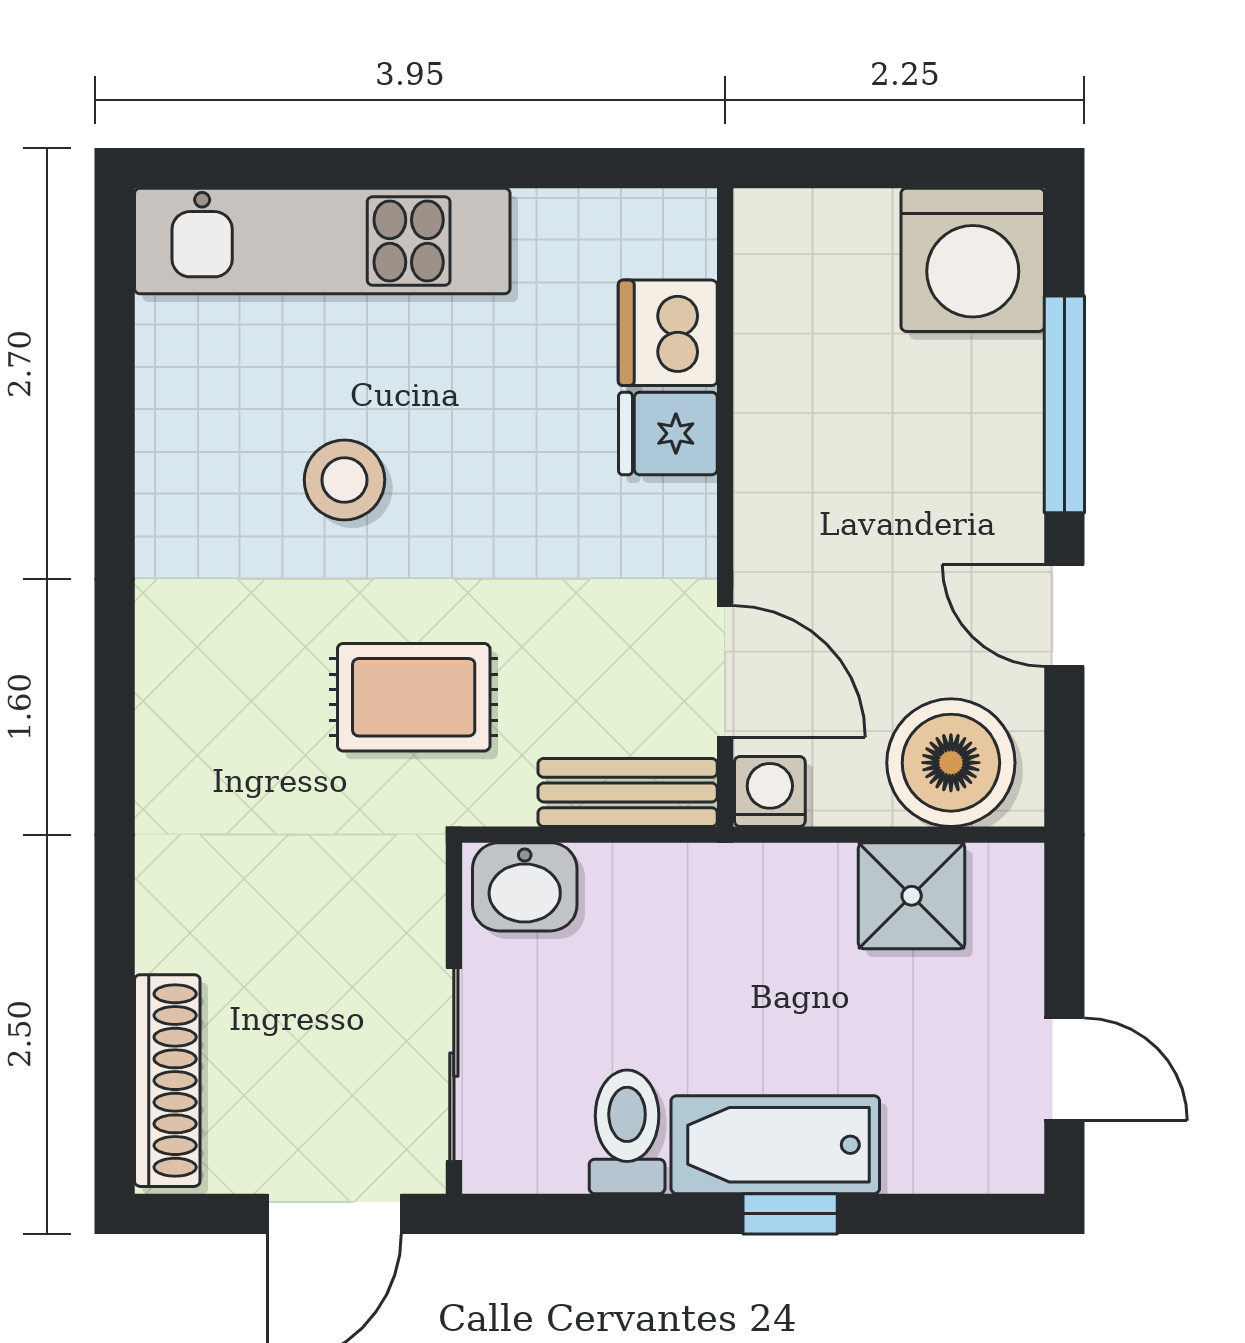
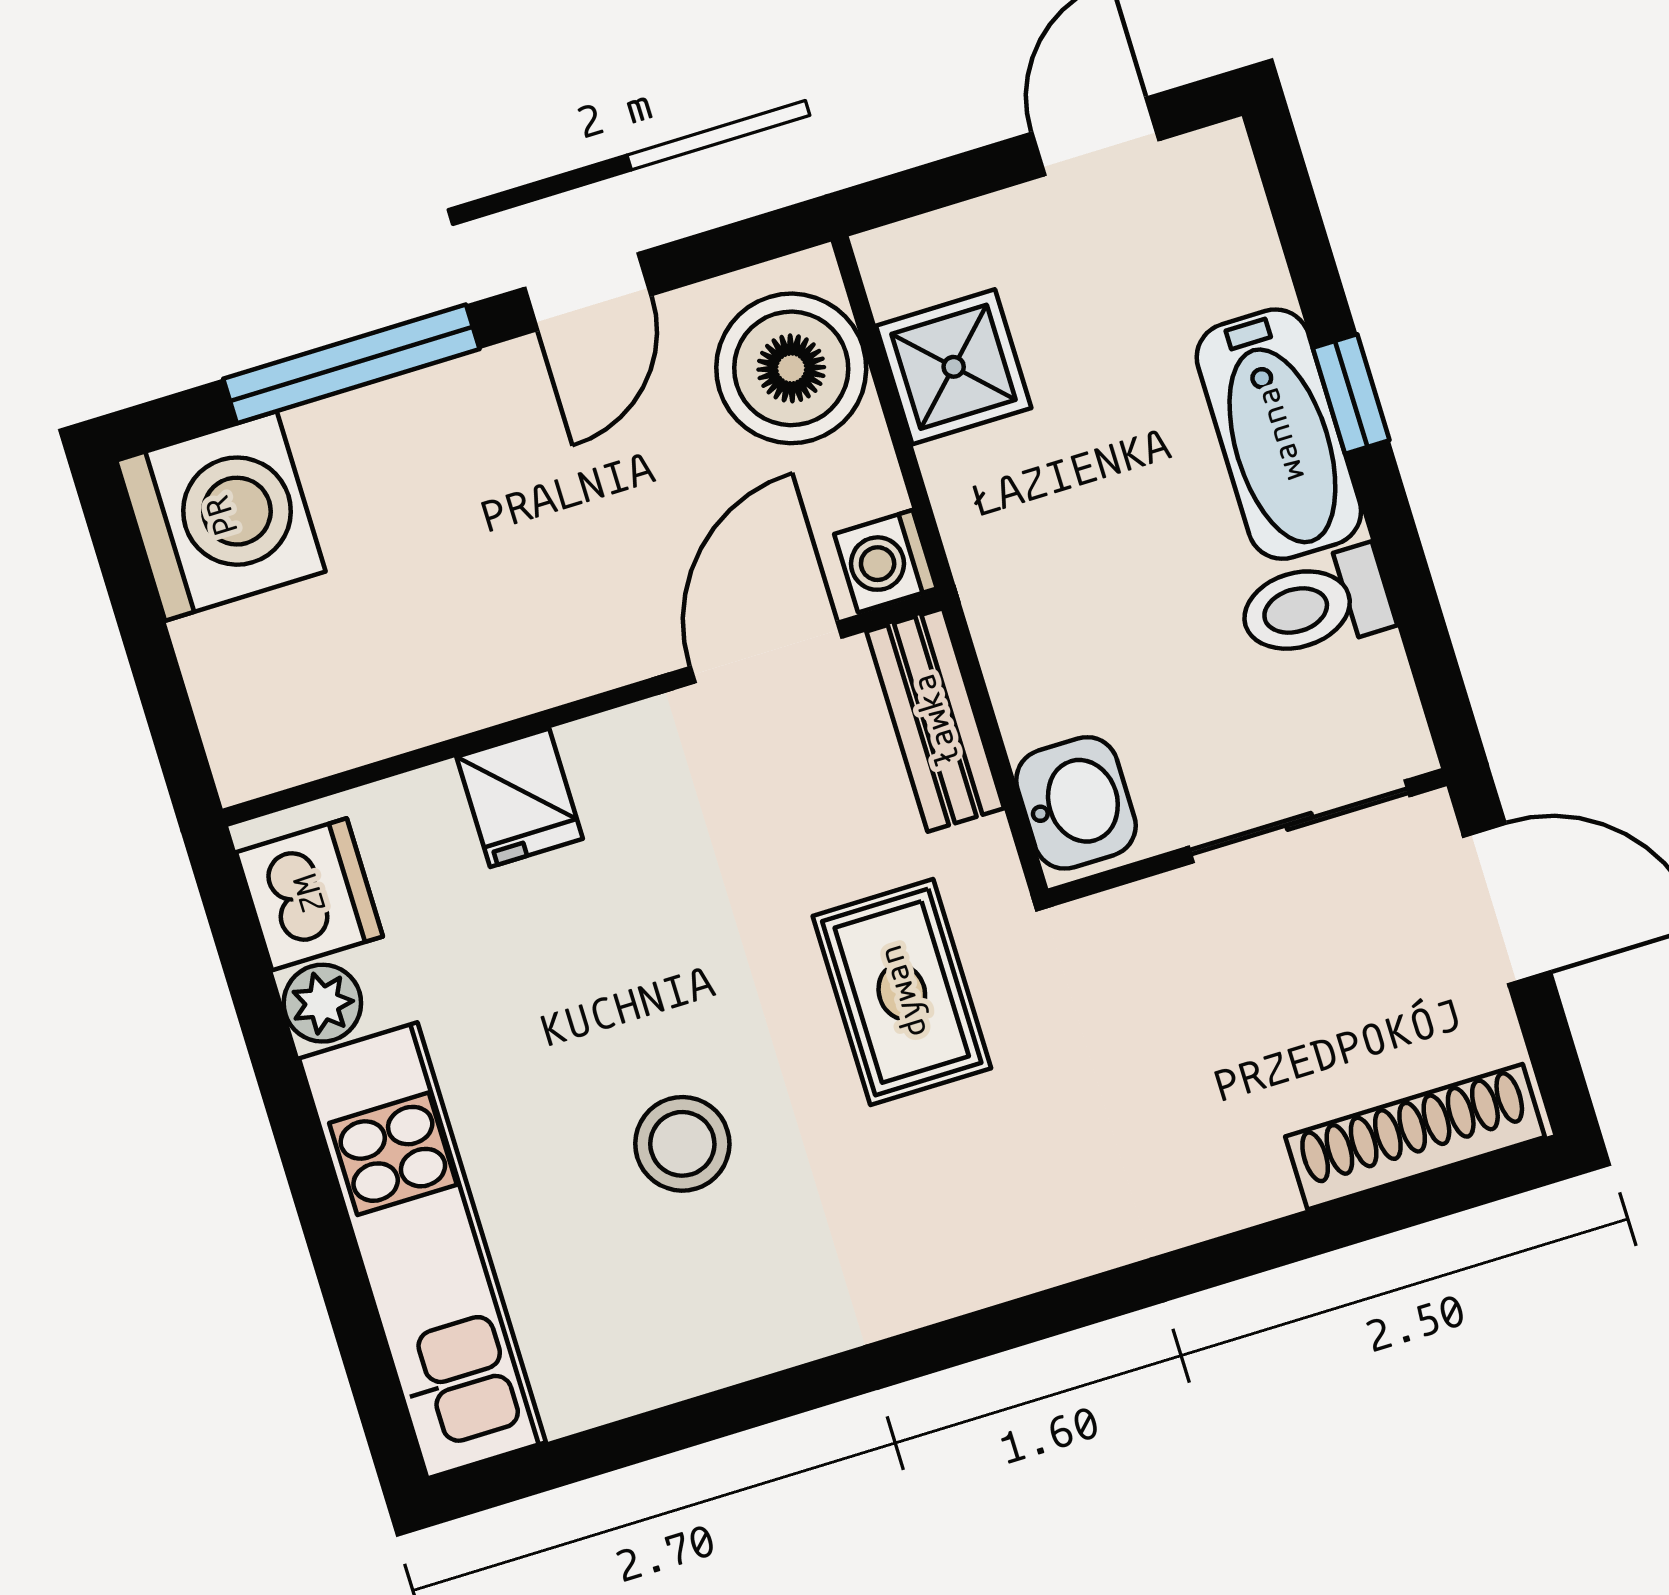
plant: (549, 221) -> (322, 1003), added
dishwasher: (668, 333) -> (309, 894), moved, turned -90

